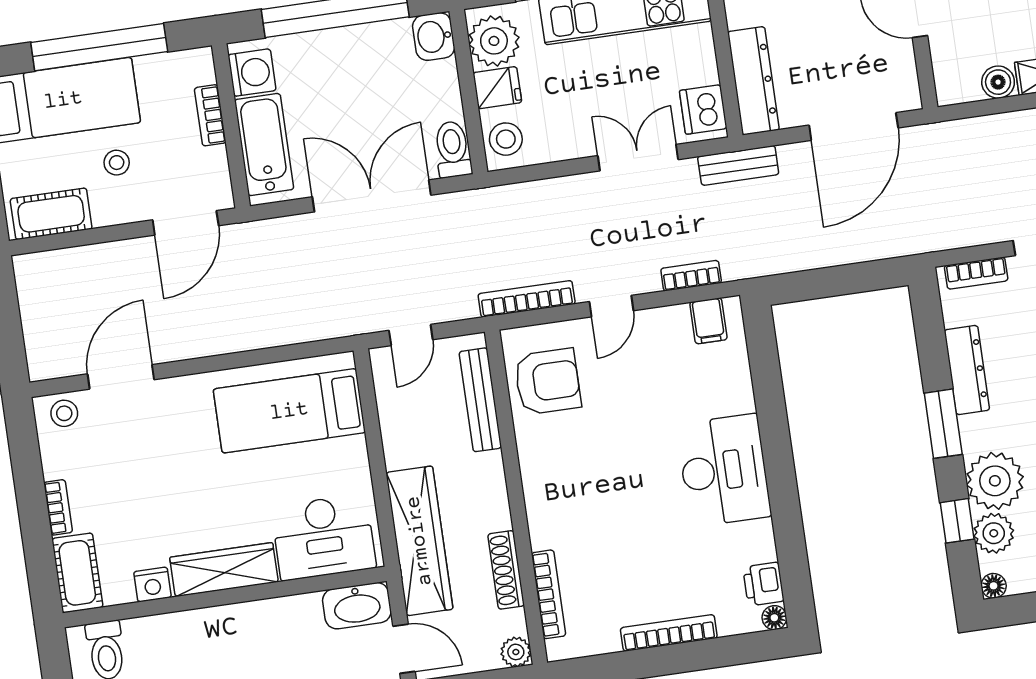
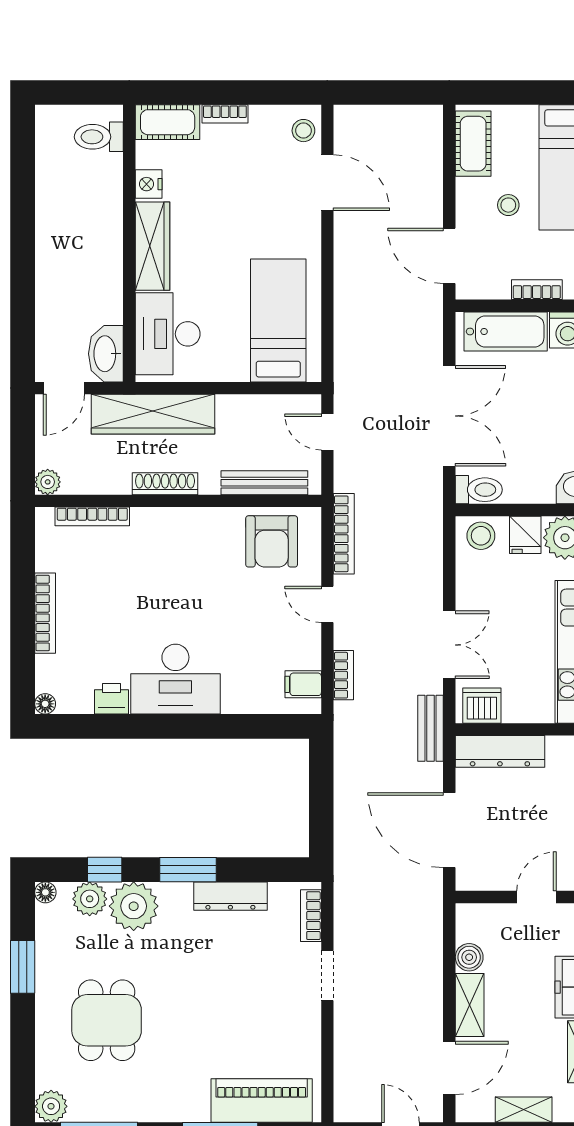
shoe rack: (506, 570) -> (165, 484), moved
printer: (763, 584) -> (111, 699), moved

